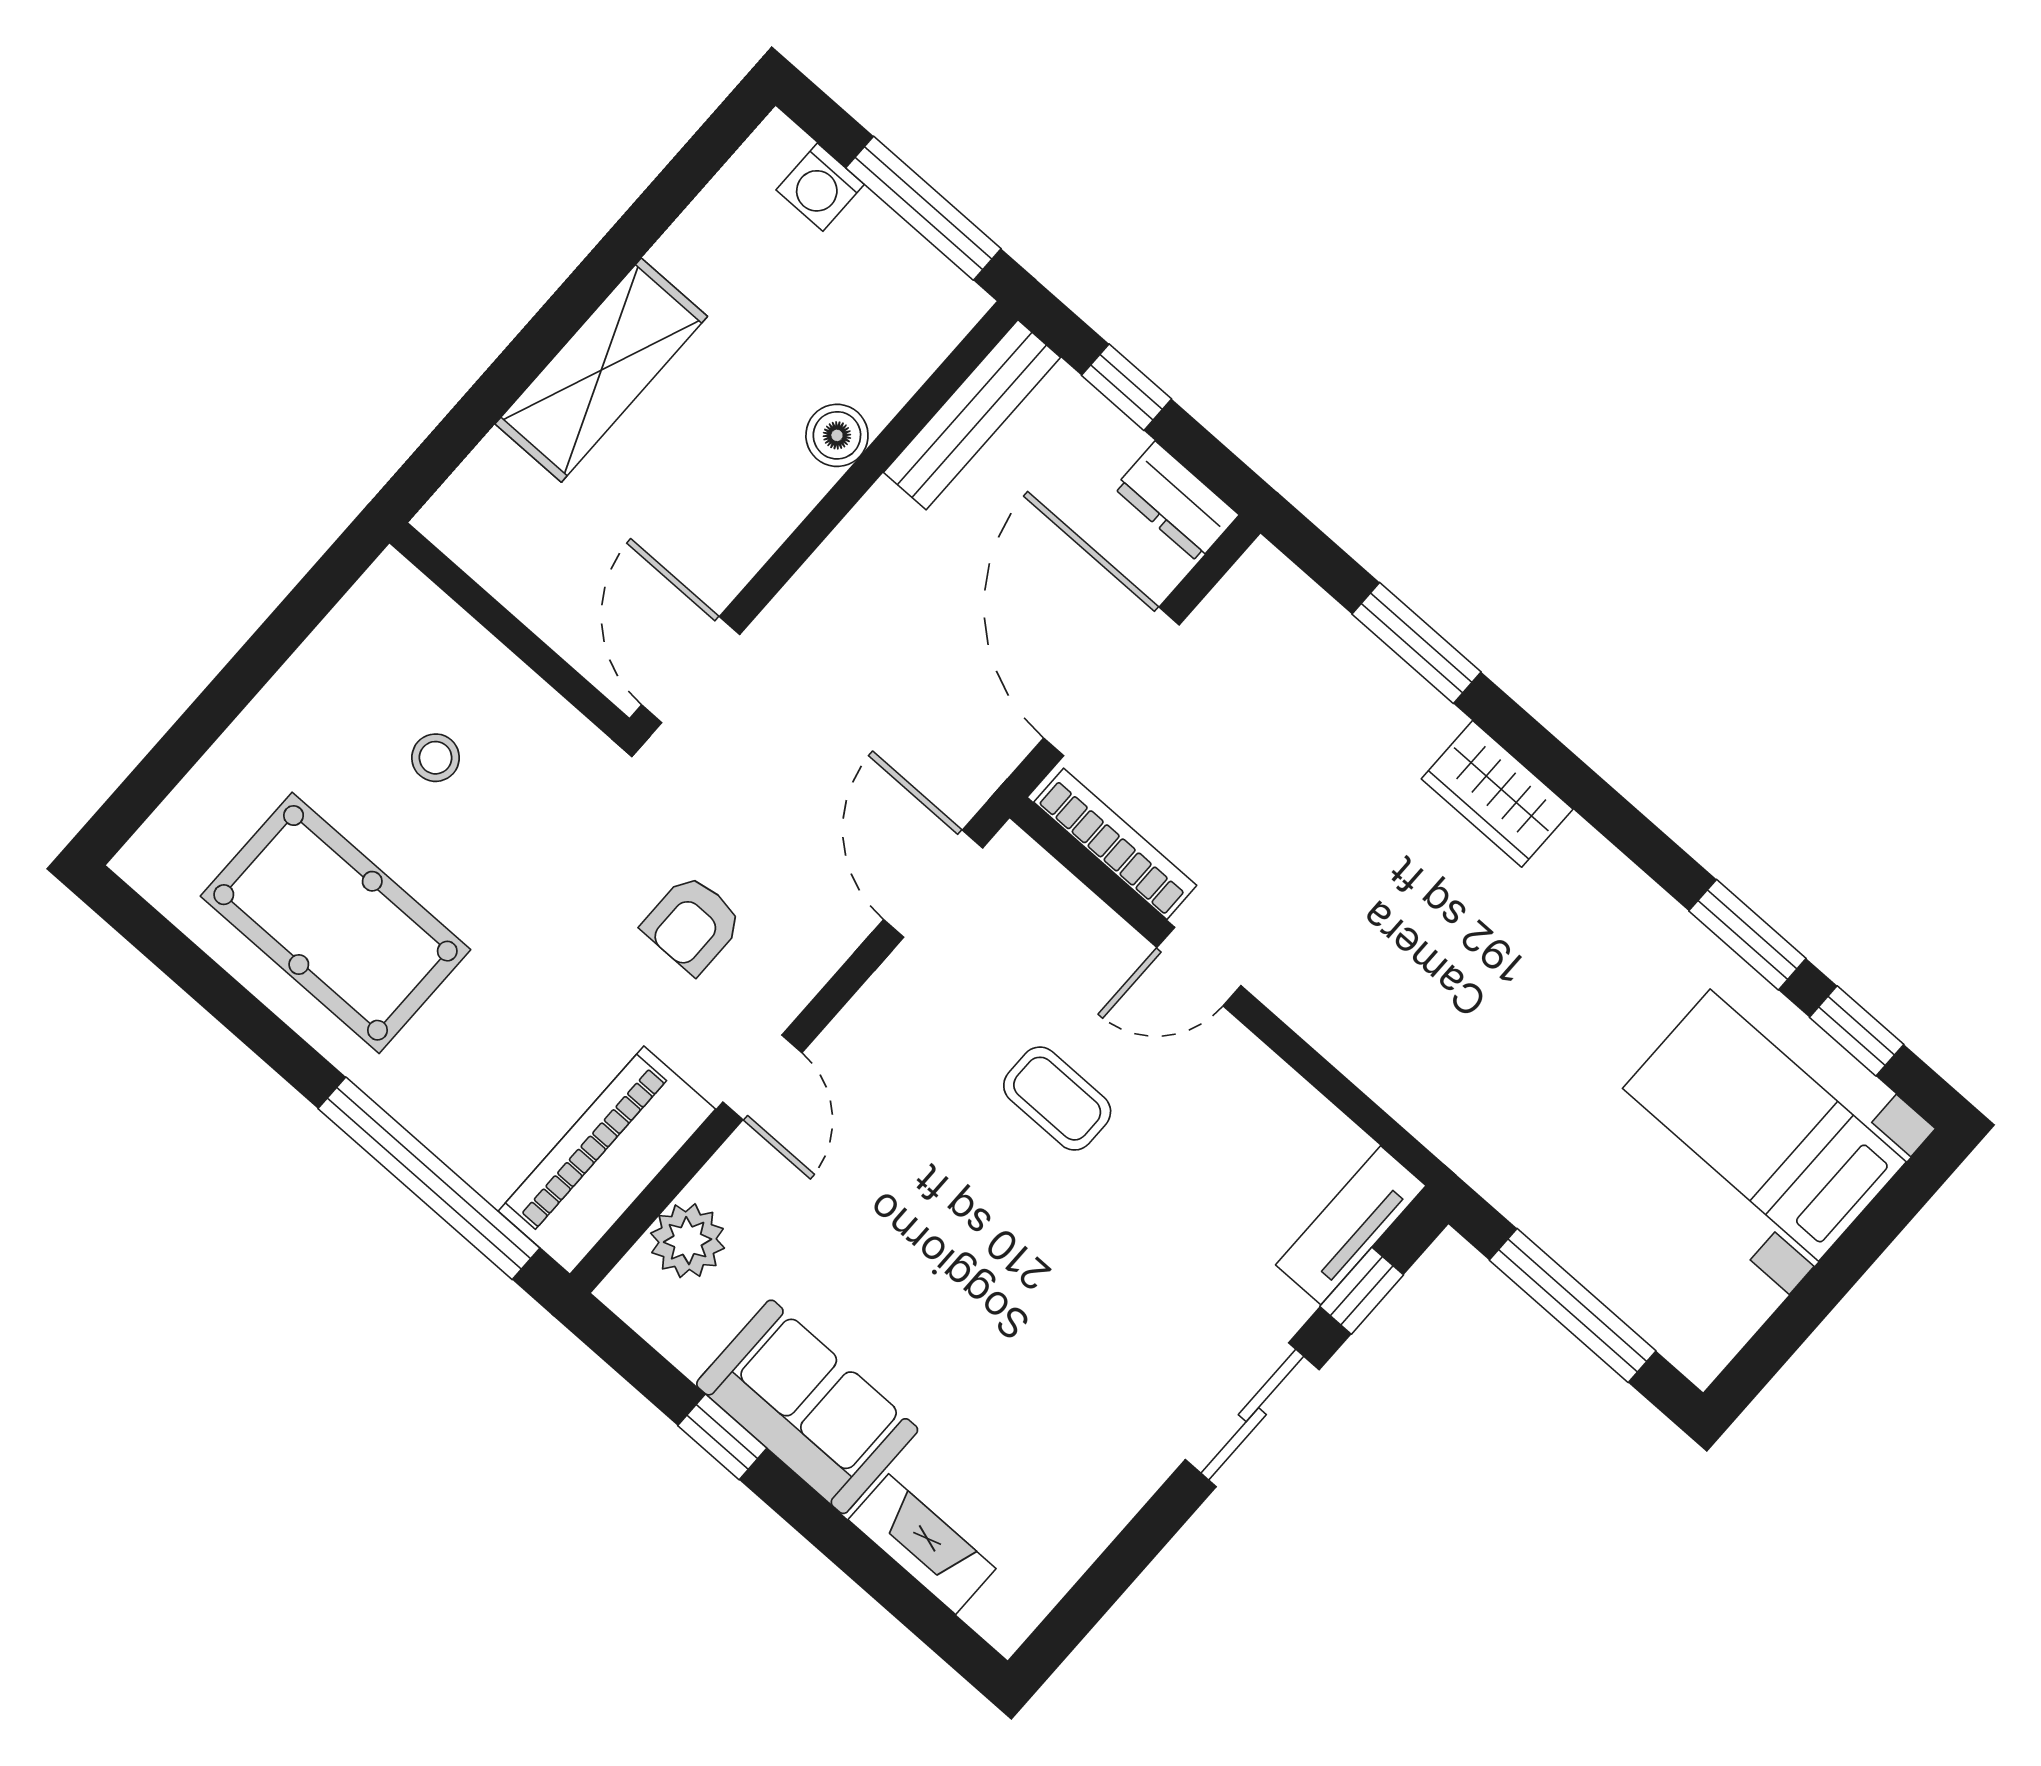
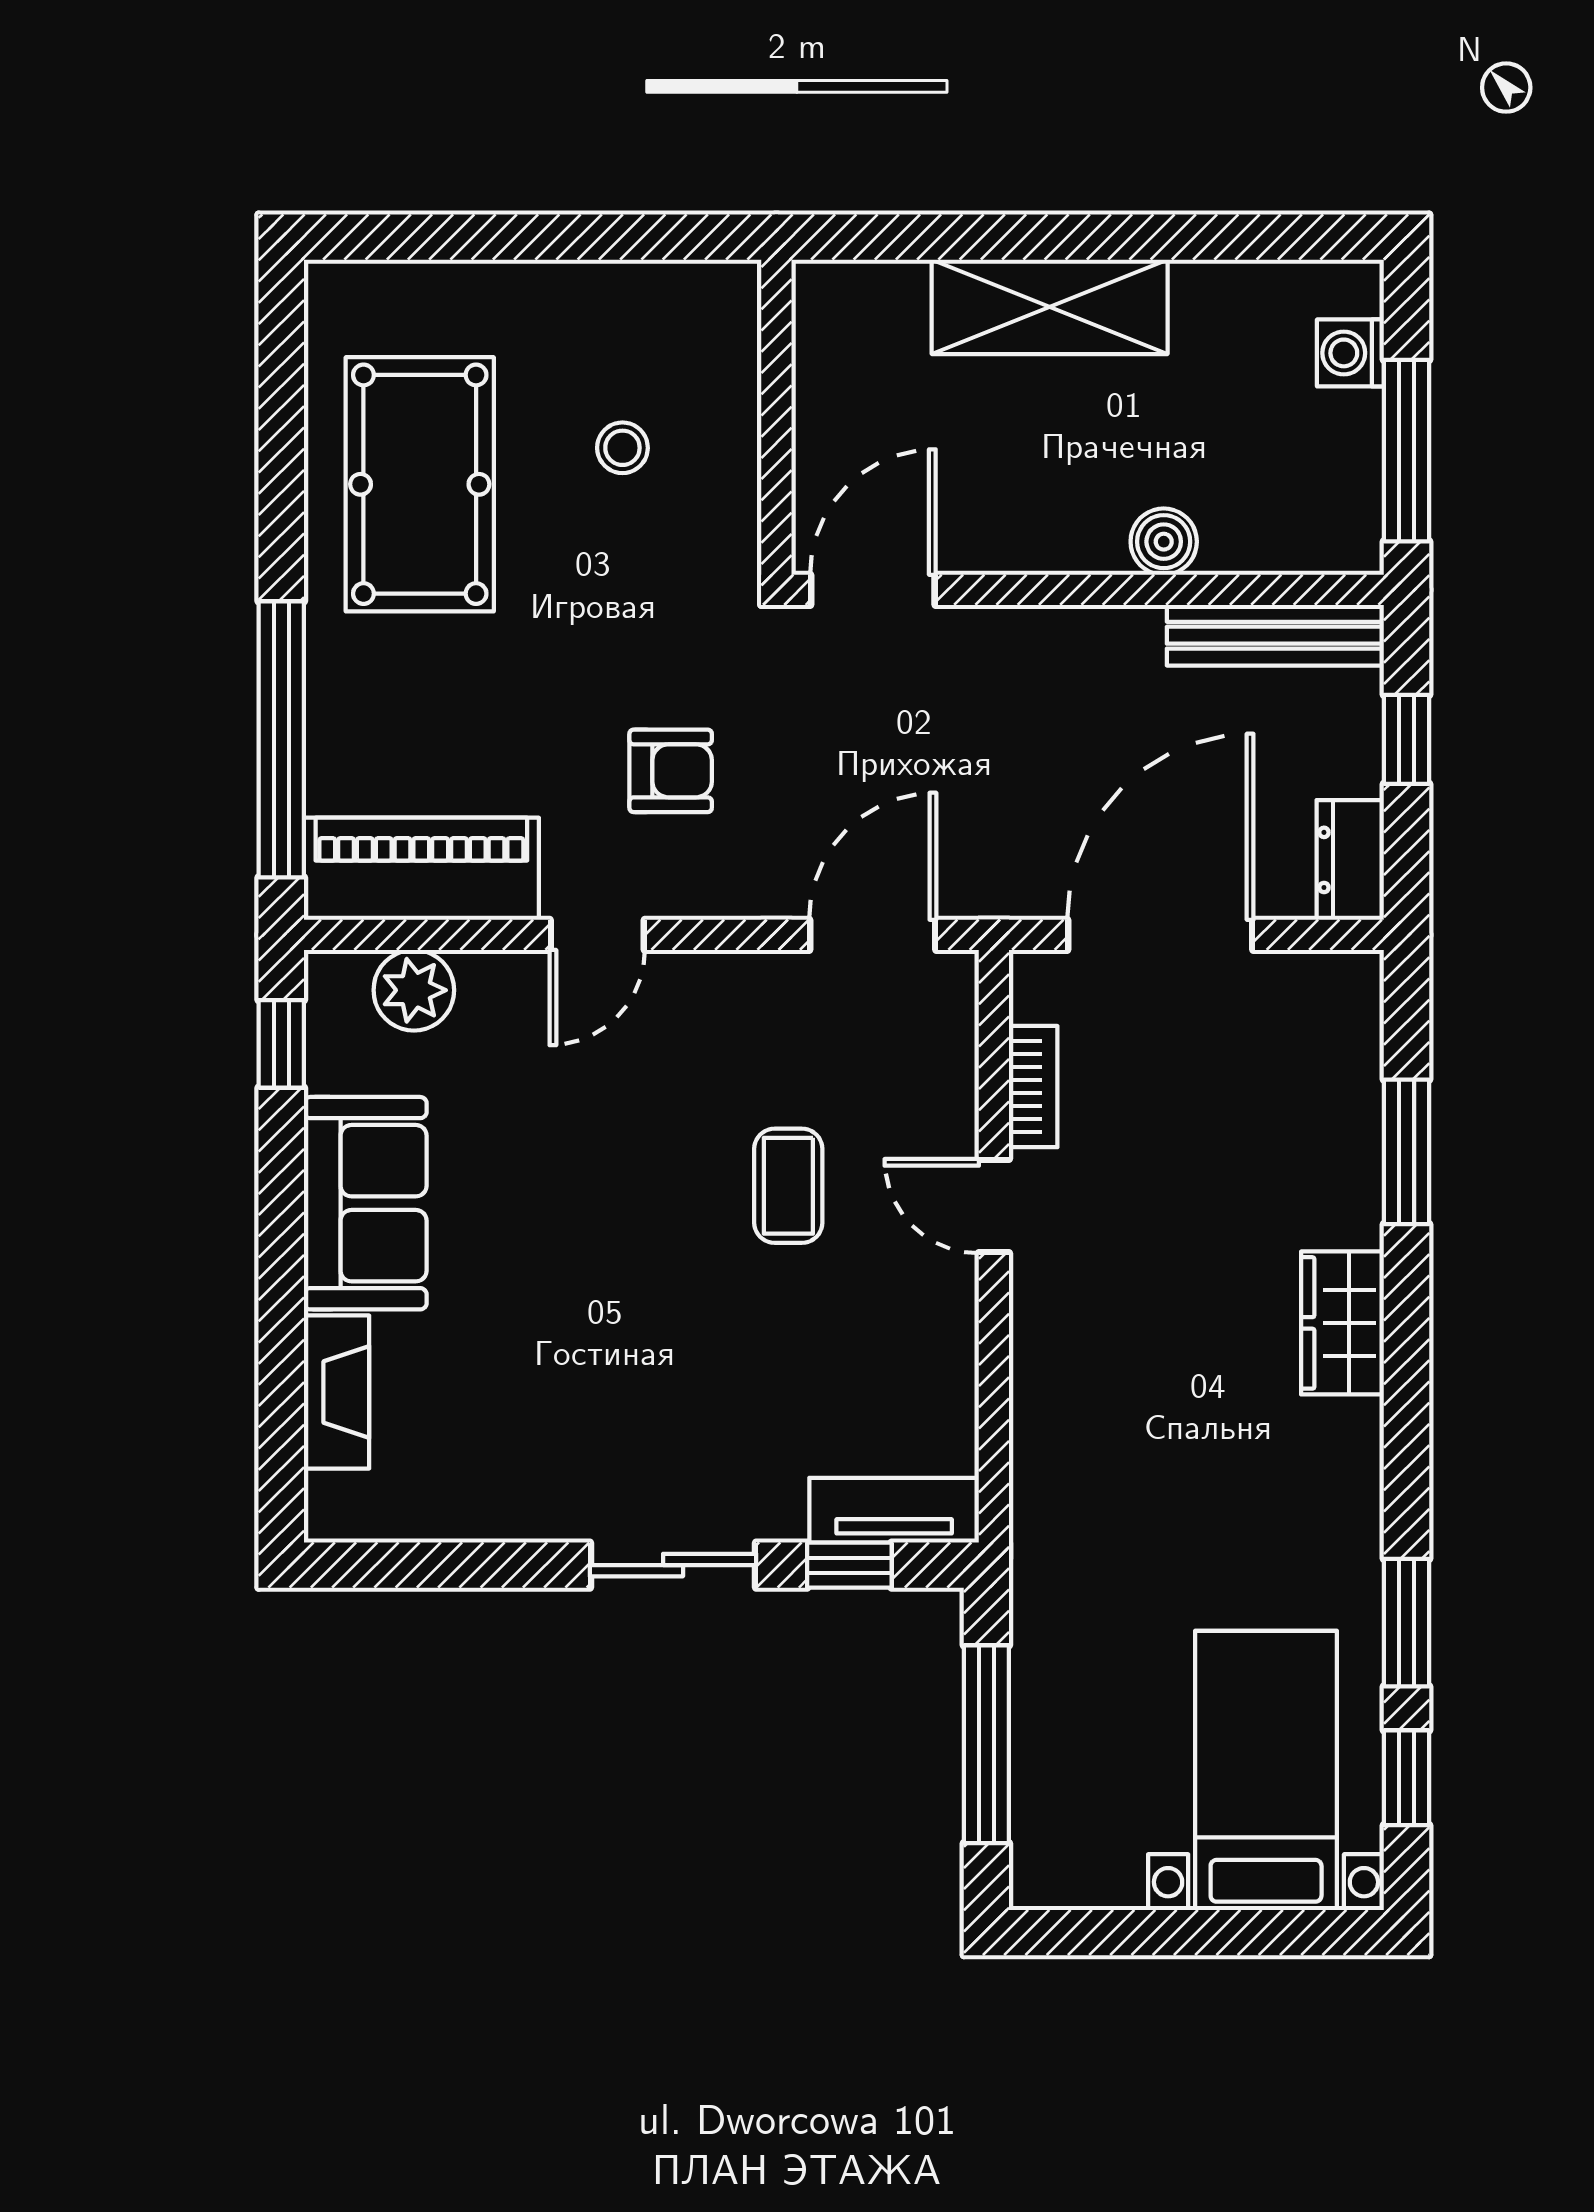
bookcase: (1115, 844) -> (1033, 1087), width x0.64
armchair: (692, 924) -> (671, 771), turned 180
window: (722, 1437) -> (281, 1044), moved

